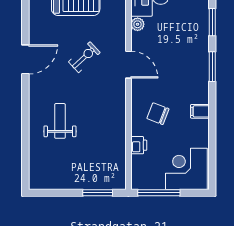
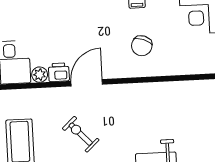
printer: (139, 145) -> (59, 72), moved

